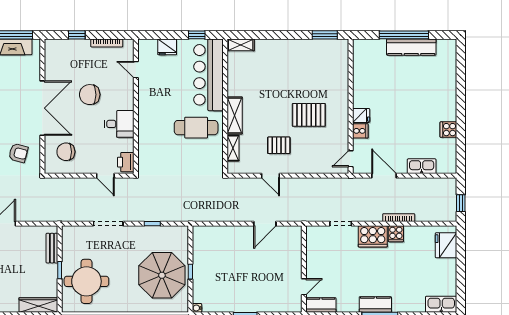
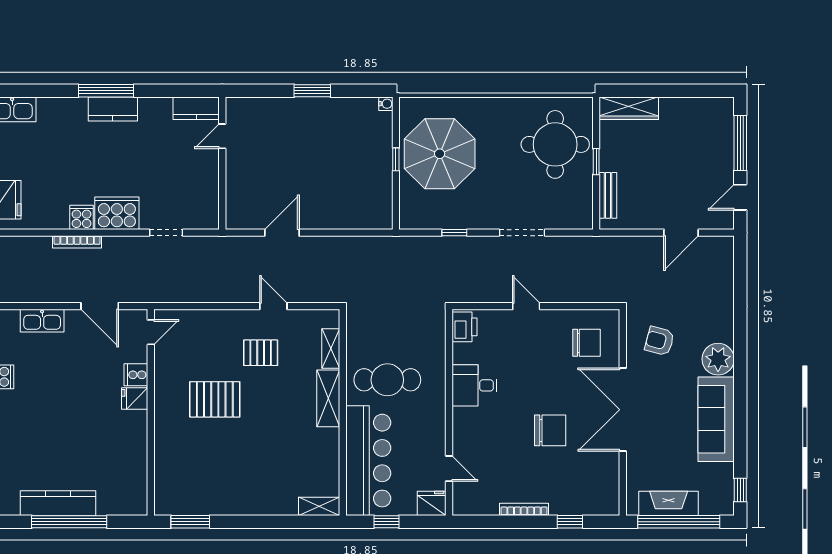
door: (136, 70) -> (449, 469), moved
wall: (136, 106) -> (449, 412), moved
desk: (119, 124) -> (474, 385), moved
printer: (126, 162) -> (464, 327), moved

